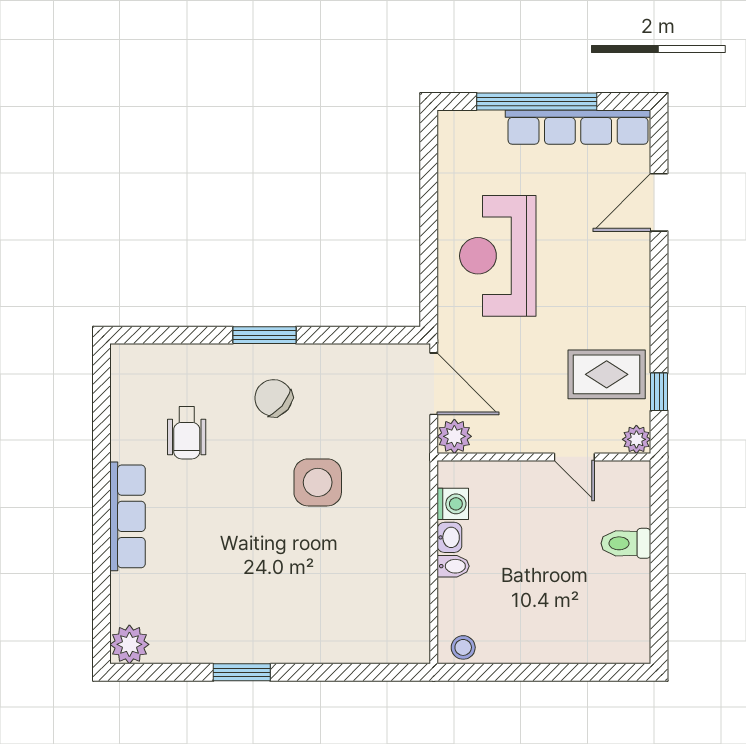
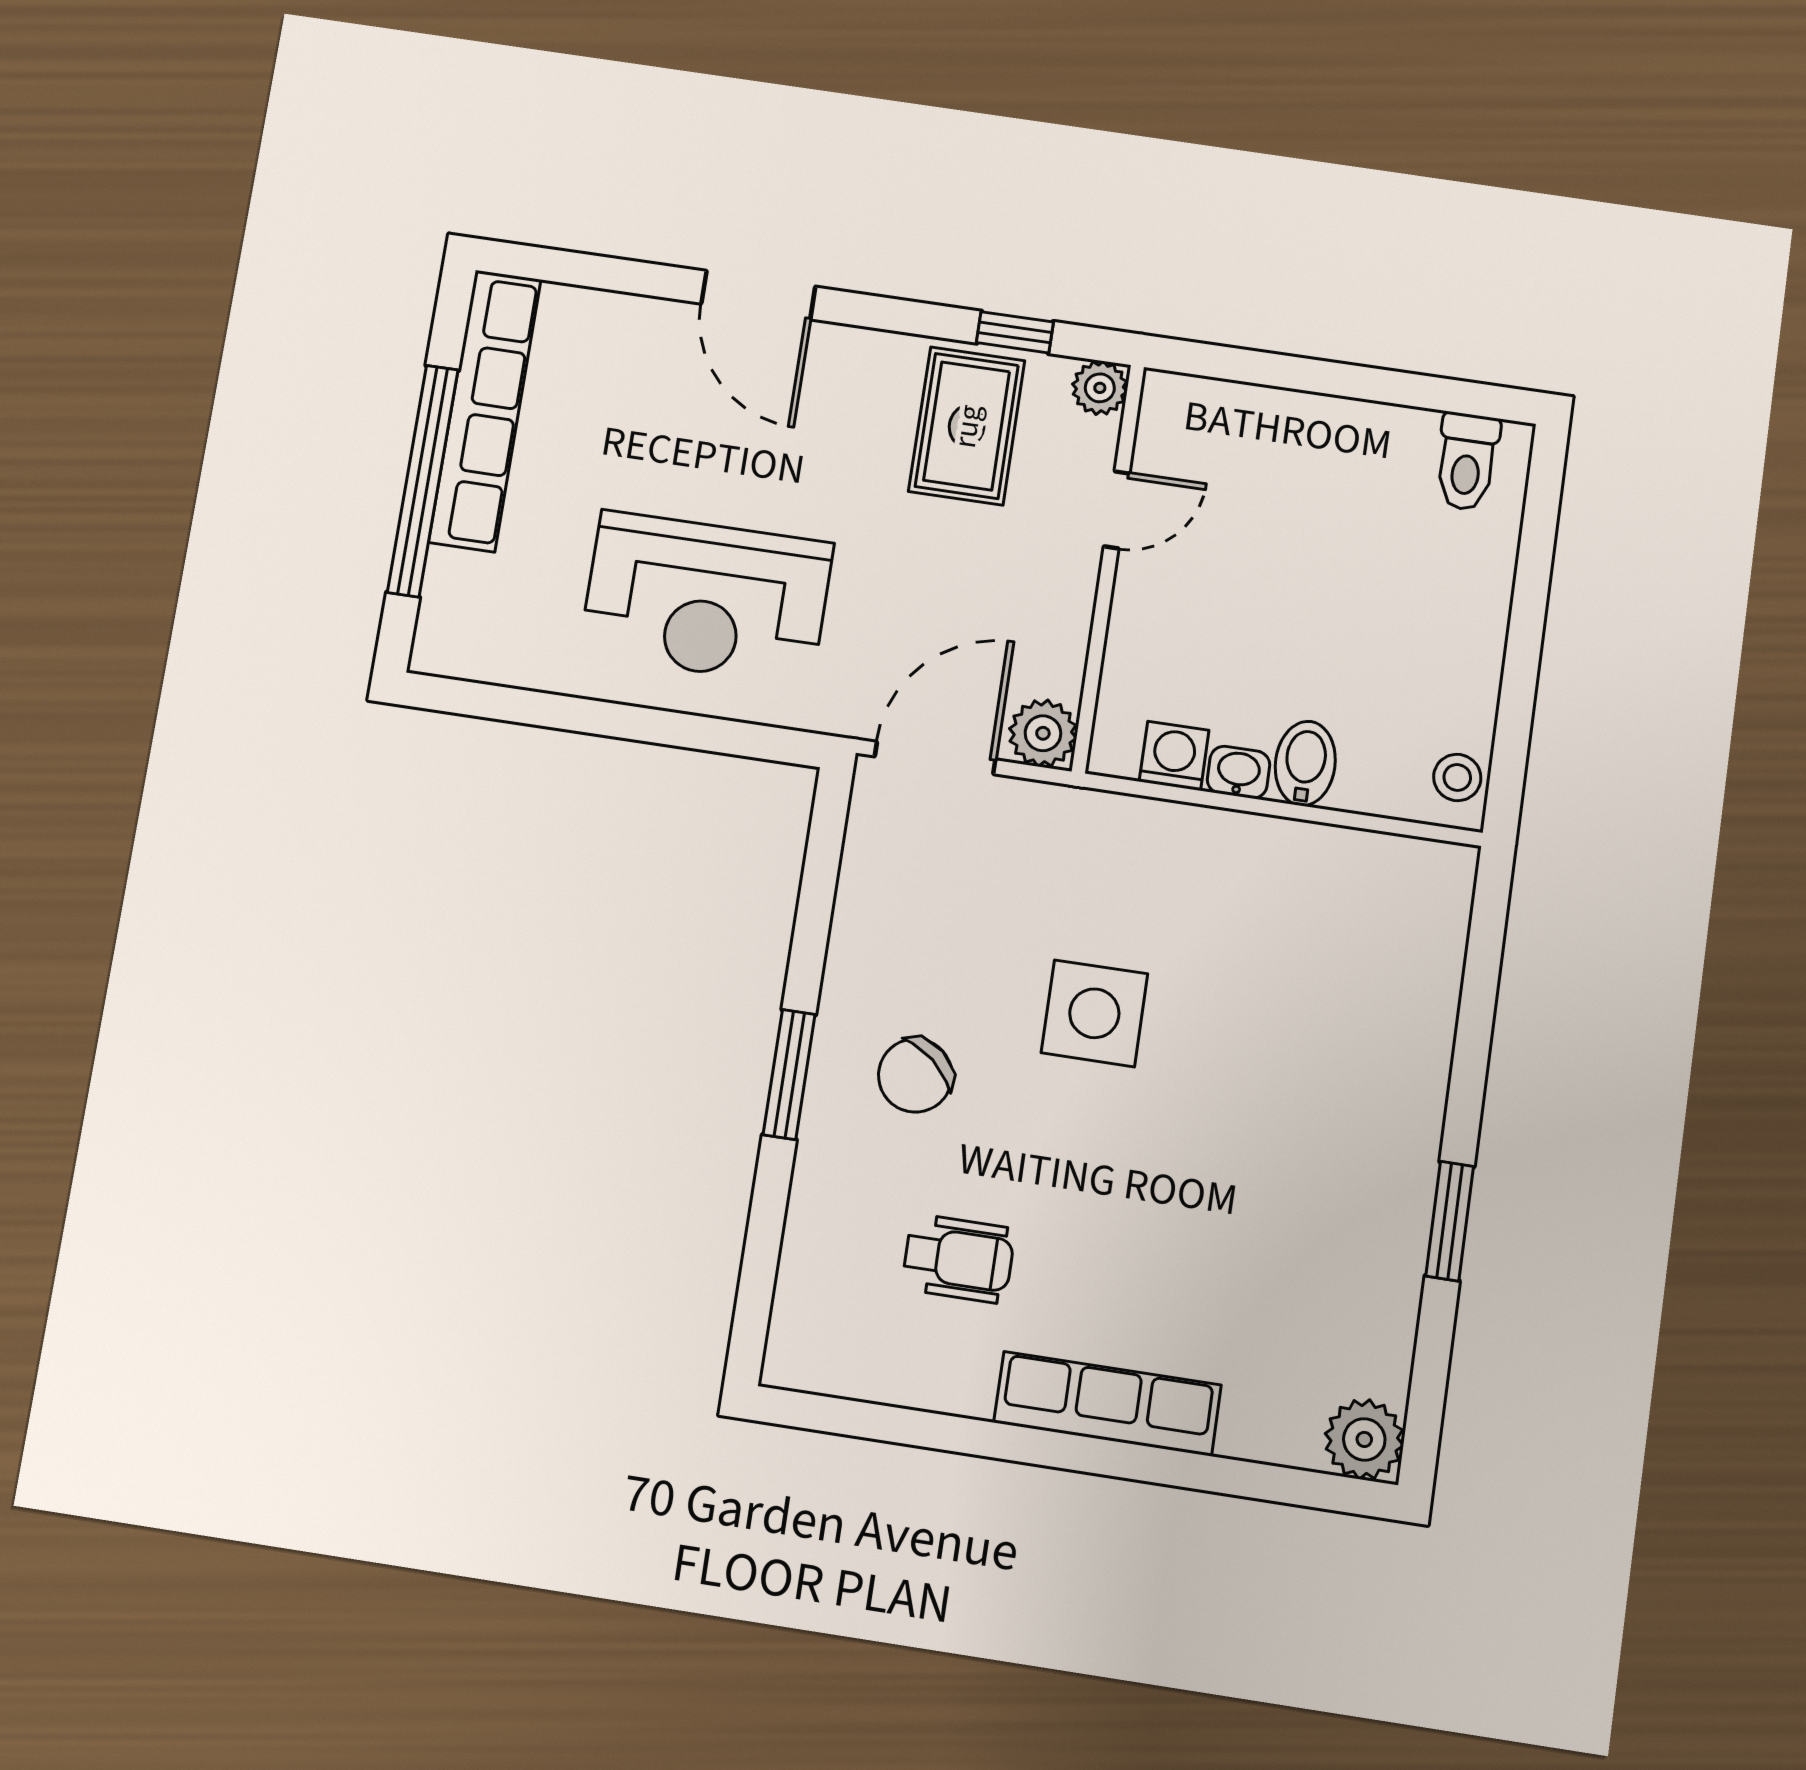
door: (659, 202) -> (758, 295), moved
toilet: (626, 543) -> (1467, 462), moved
bidet: (453, 566) -> (1305, 763), width x1.38, depth x1.36

